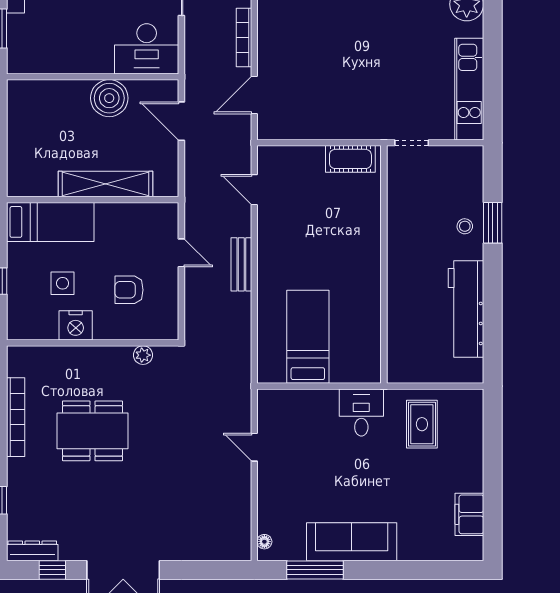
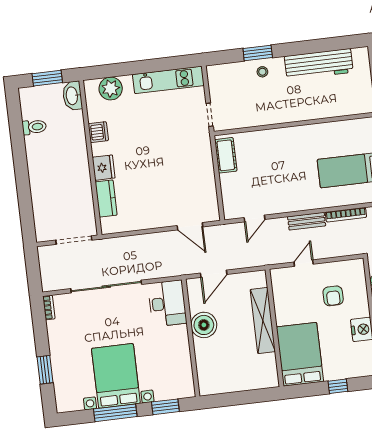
bookcase: (244, 37) -> (346, 215), moved
bed: (50, 222) -> (300, 354), width x1.50
side table: (63, 283) -> (334, 342), removed

